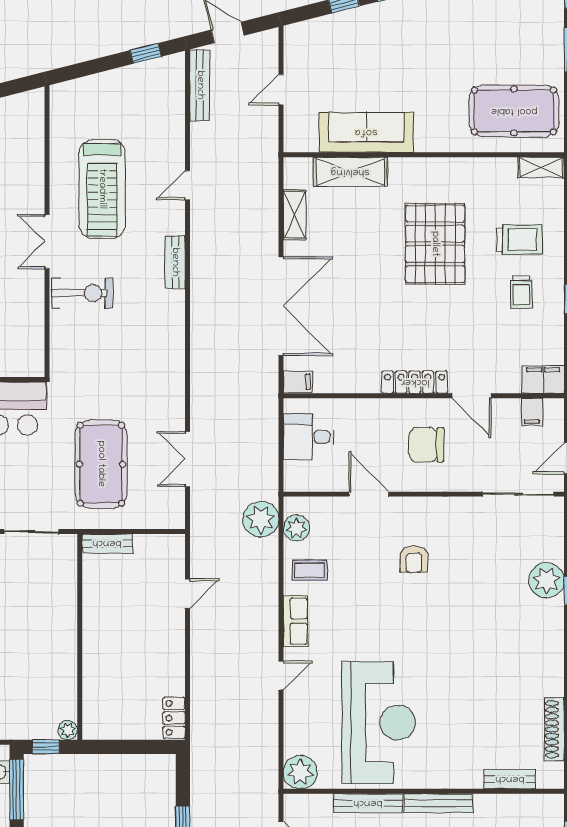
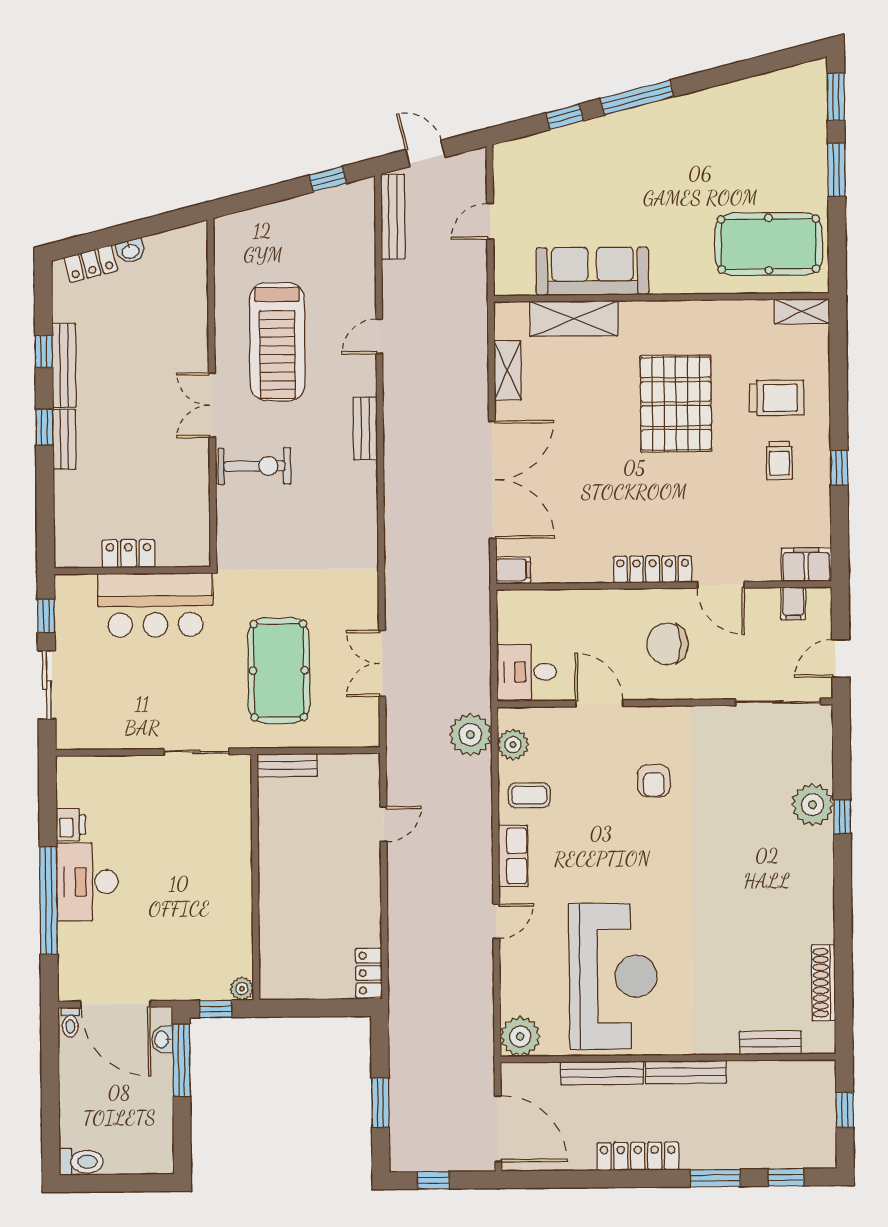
desk: (308, 437) -> (527, 672), moved

